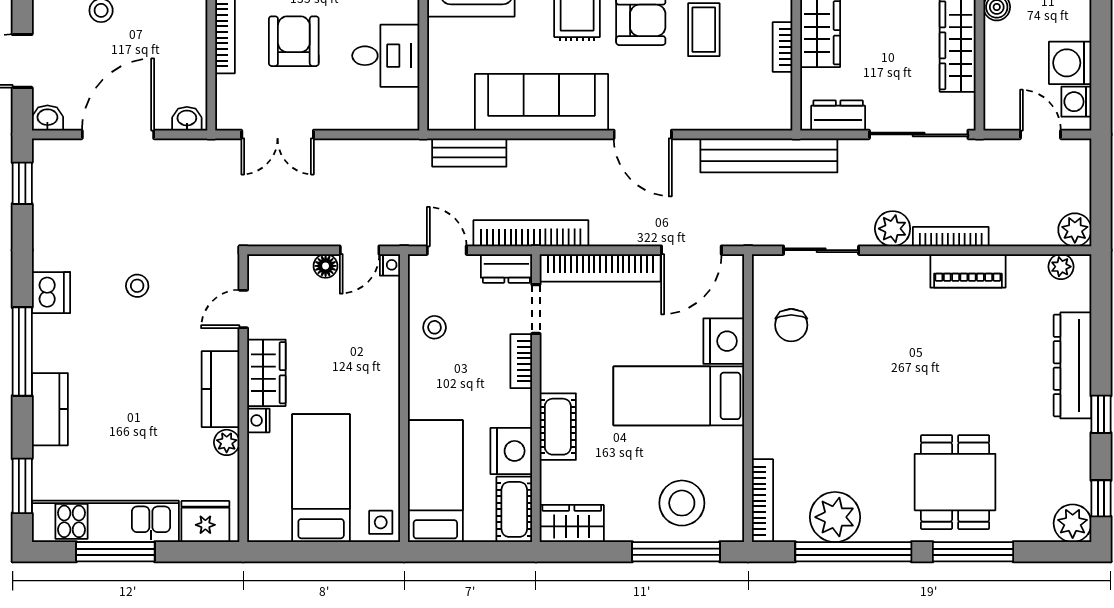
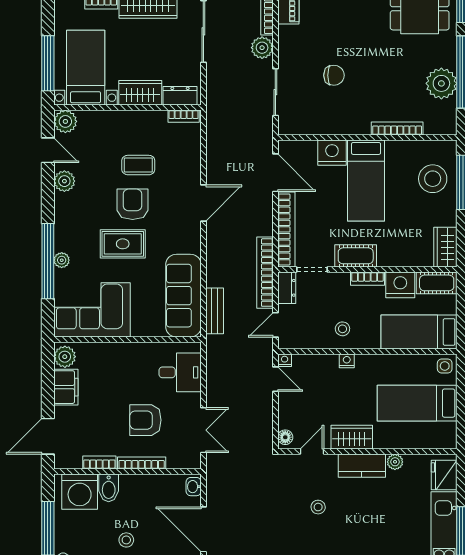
bookcase: (782, 47) -> (184, 116), moved
desk: (386, 56) -> (180, 372), moved, turned 90
sofa: (541, 102) -> (183, 296), moved
dresser: (838, 115) -> (180, 96), moved, turned 90
bench: (769, 155) -> (216, 125), removed
floor lamp: (326, 266) -> (285, 437), moved
stool: (137, 286) -> (318, 507), moved
door: (243, 309) -> (312, 451), swing flipped
chair: (791, 325) -> (334, 75), moved
stool: (435, 327) -> (342, 329), moved
bookcase: (521, 361) -> (367, 279), moved
nightstand: (258, 420) -> (347, 361), moved, turned 180
cot: (558, 427) -> (356, 256), moved
bookcase: (763, 501) -> (397, 129), moved

